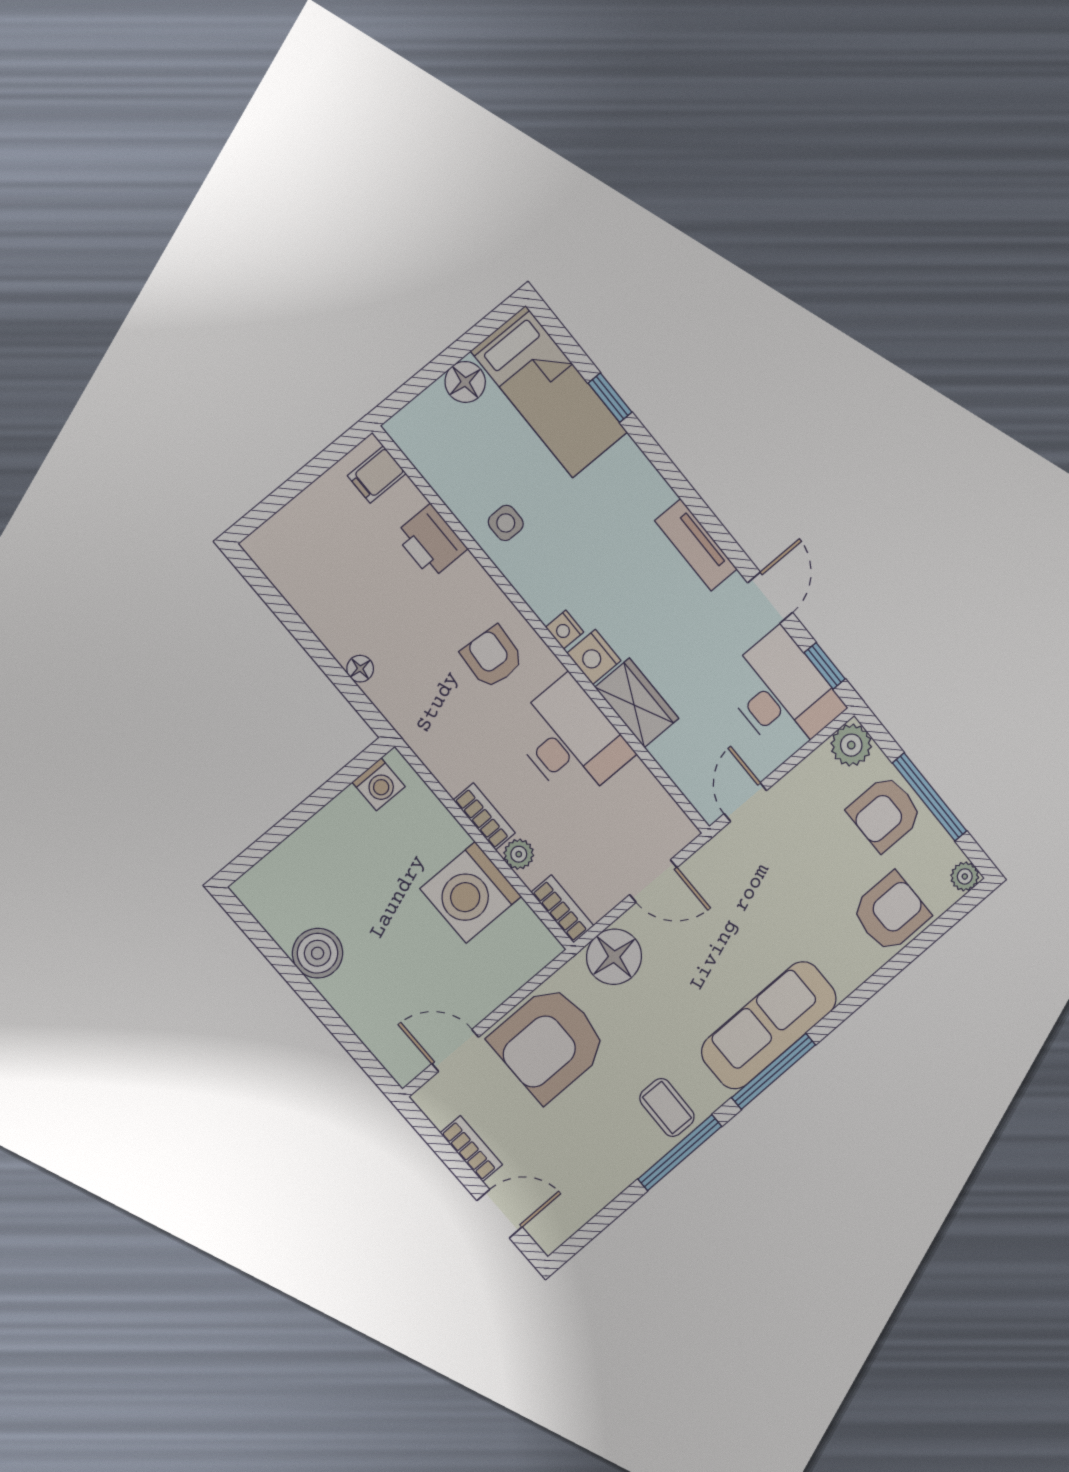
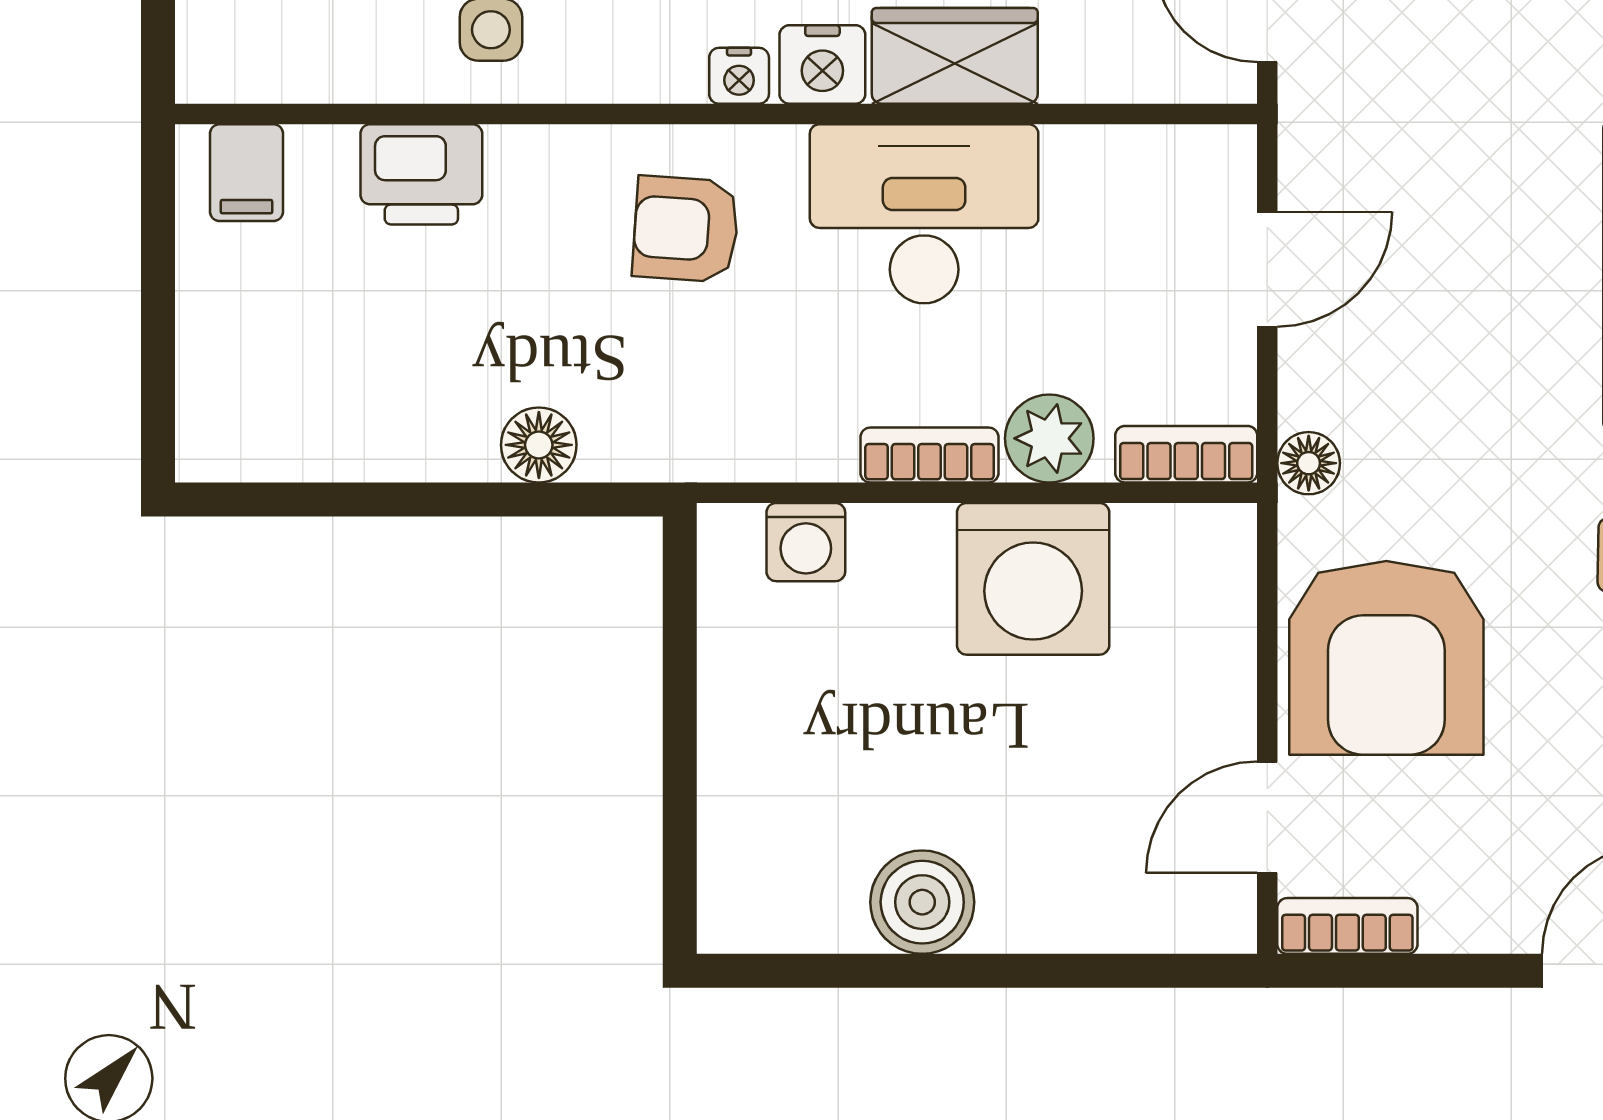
floor lamp: (360, 669) -> (539, 445), width x1.37, depth x1.37
washing machine: (379, 784) -> (806, 542), moved, turned 90
plant: (519, 854) -> (1049, 438), width x1.38, depth x1.38
floor lamp: (614, 957) -> (1309, 463), width x0.53, depth x0.53
bookcase: (471, 1149) -> (1347, 926), moved

